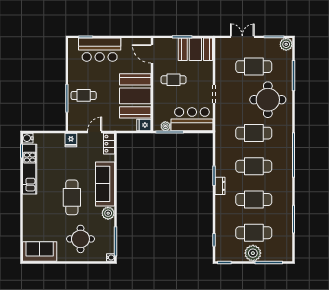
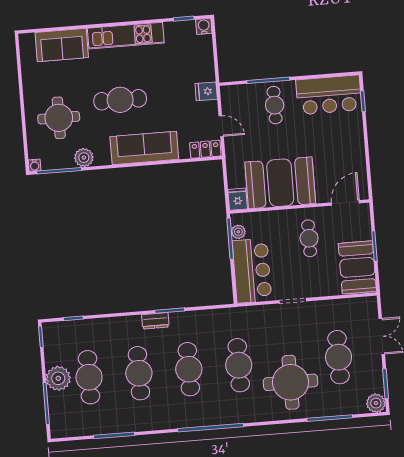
bar counter: (100, 50) -> (329, 95), moved, turned -90
kitchen unit: (30, 169) -> (126, 36), moved
plant: (108, 213) -> (84, 158), moved
sofa: (40, 252) -> (62, 45), moved, turned 90

